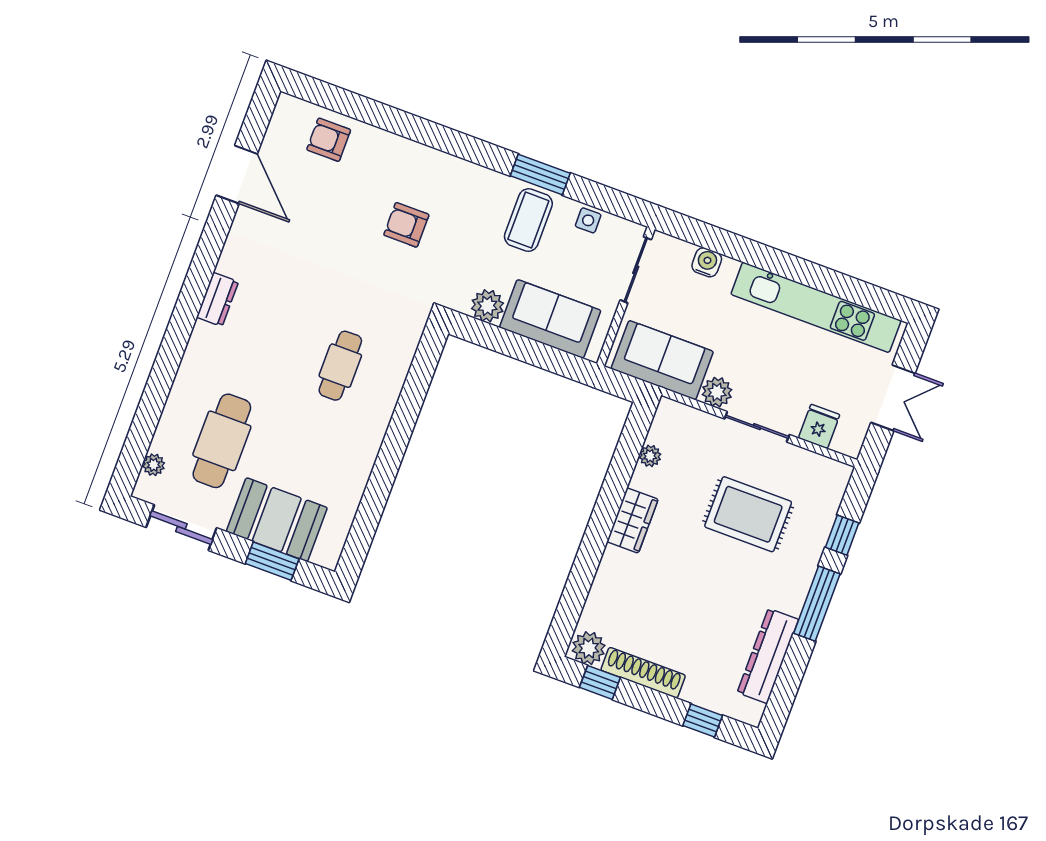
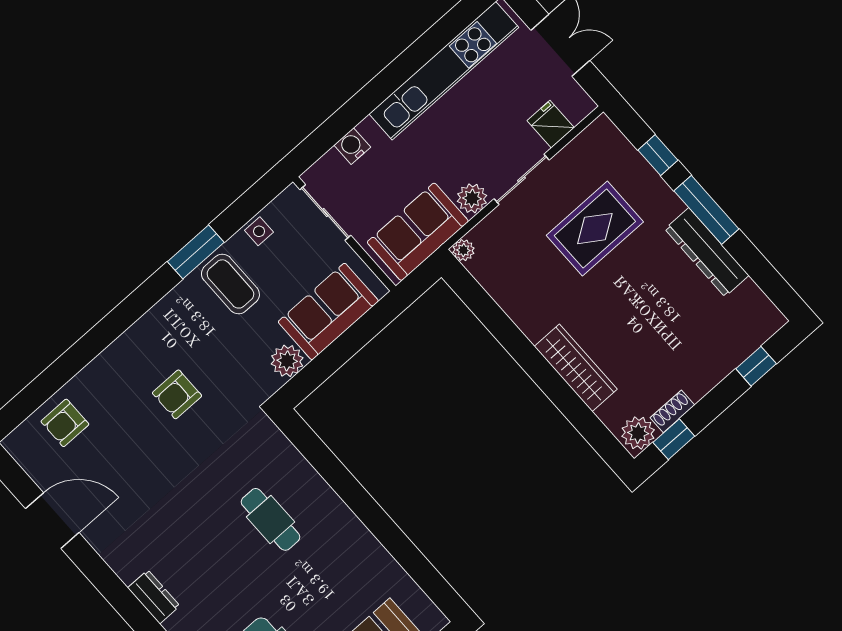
plant: (650, 456) -> (463, 250), moved
wardrobe: (632, 520) -> (576, 368), moved, width x1.50
dresser: (768, 656) -> (707, 252), moved
shoe rack: (643, 673) -> (672, 411), width x0.51, depth x0.81

